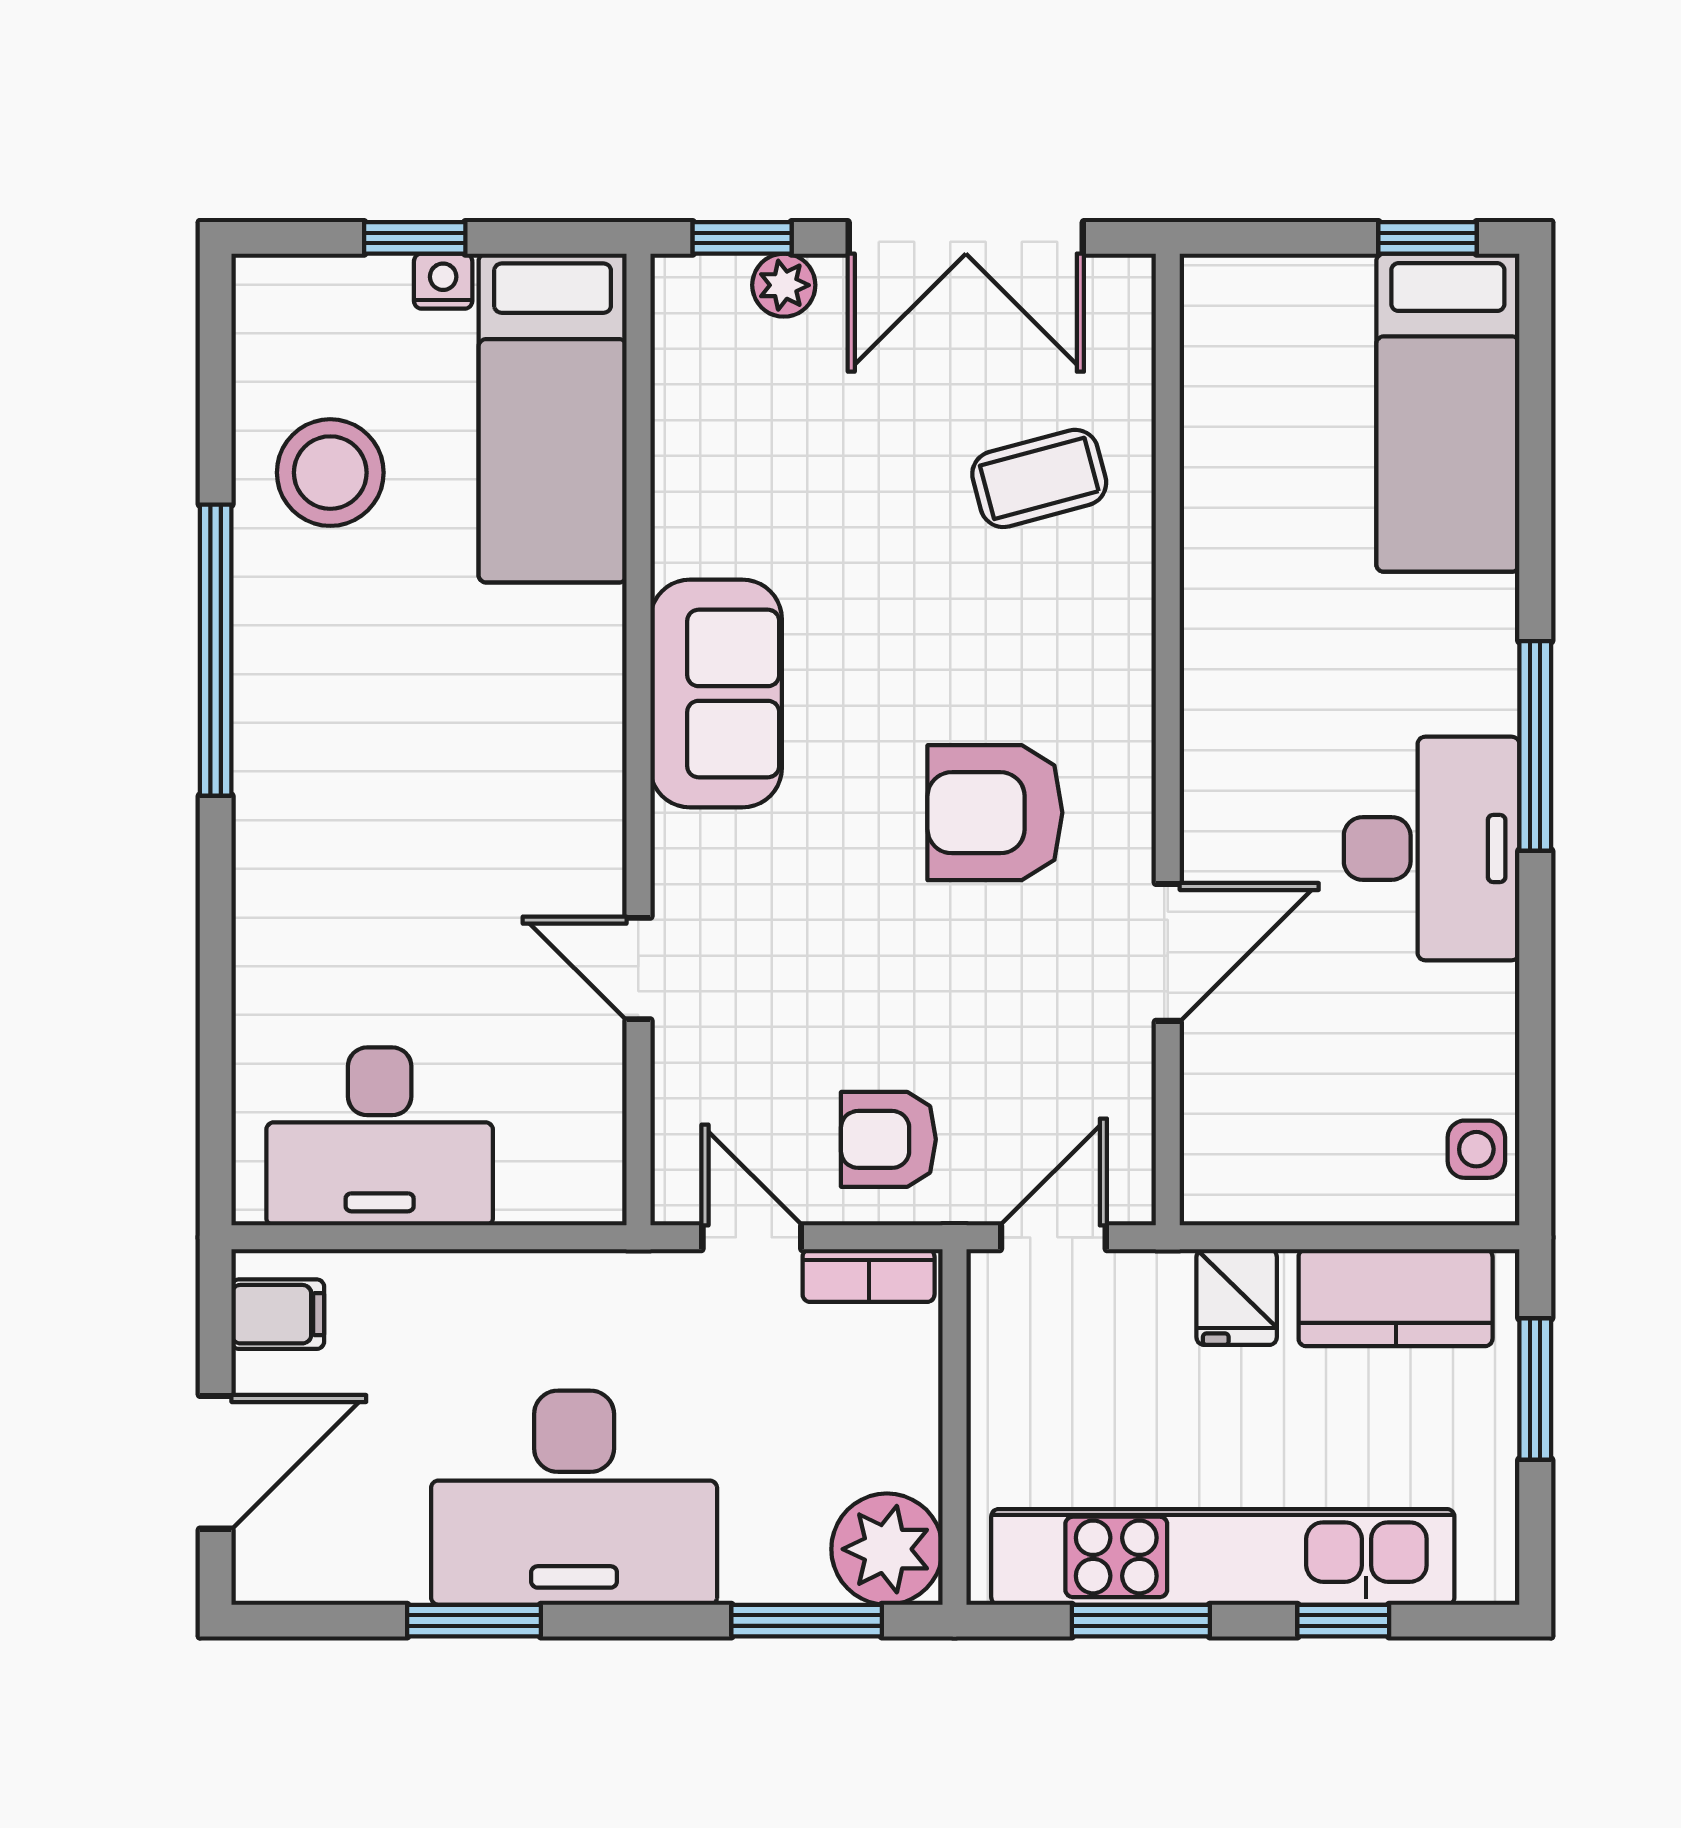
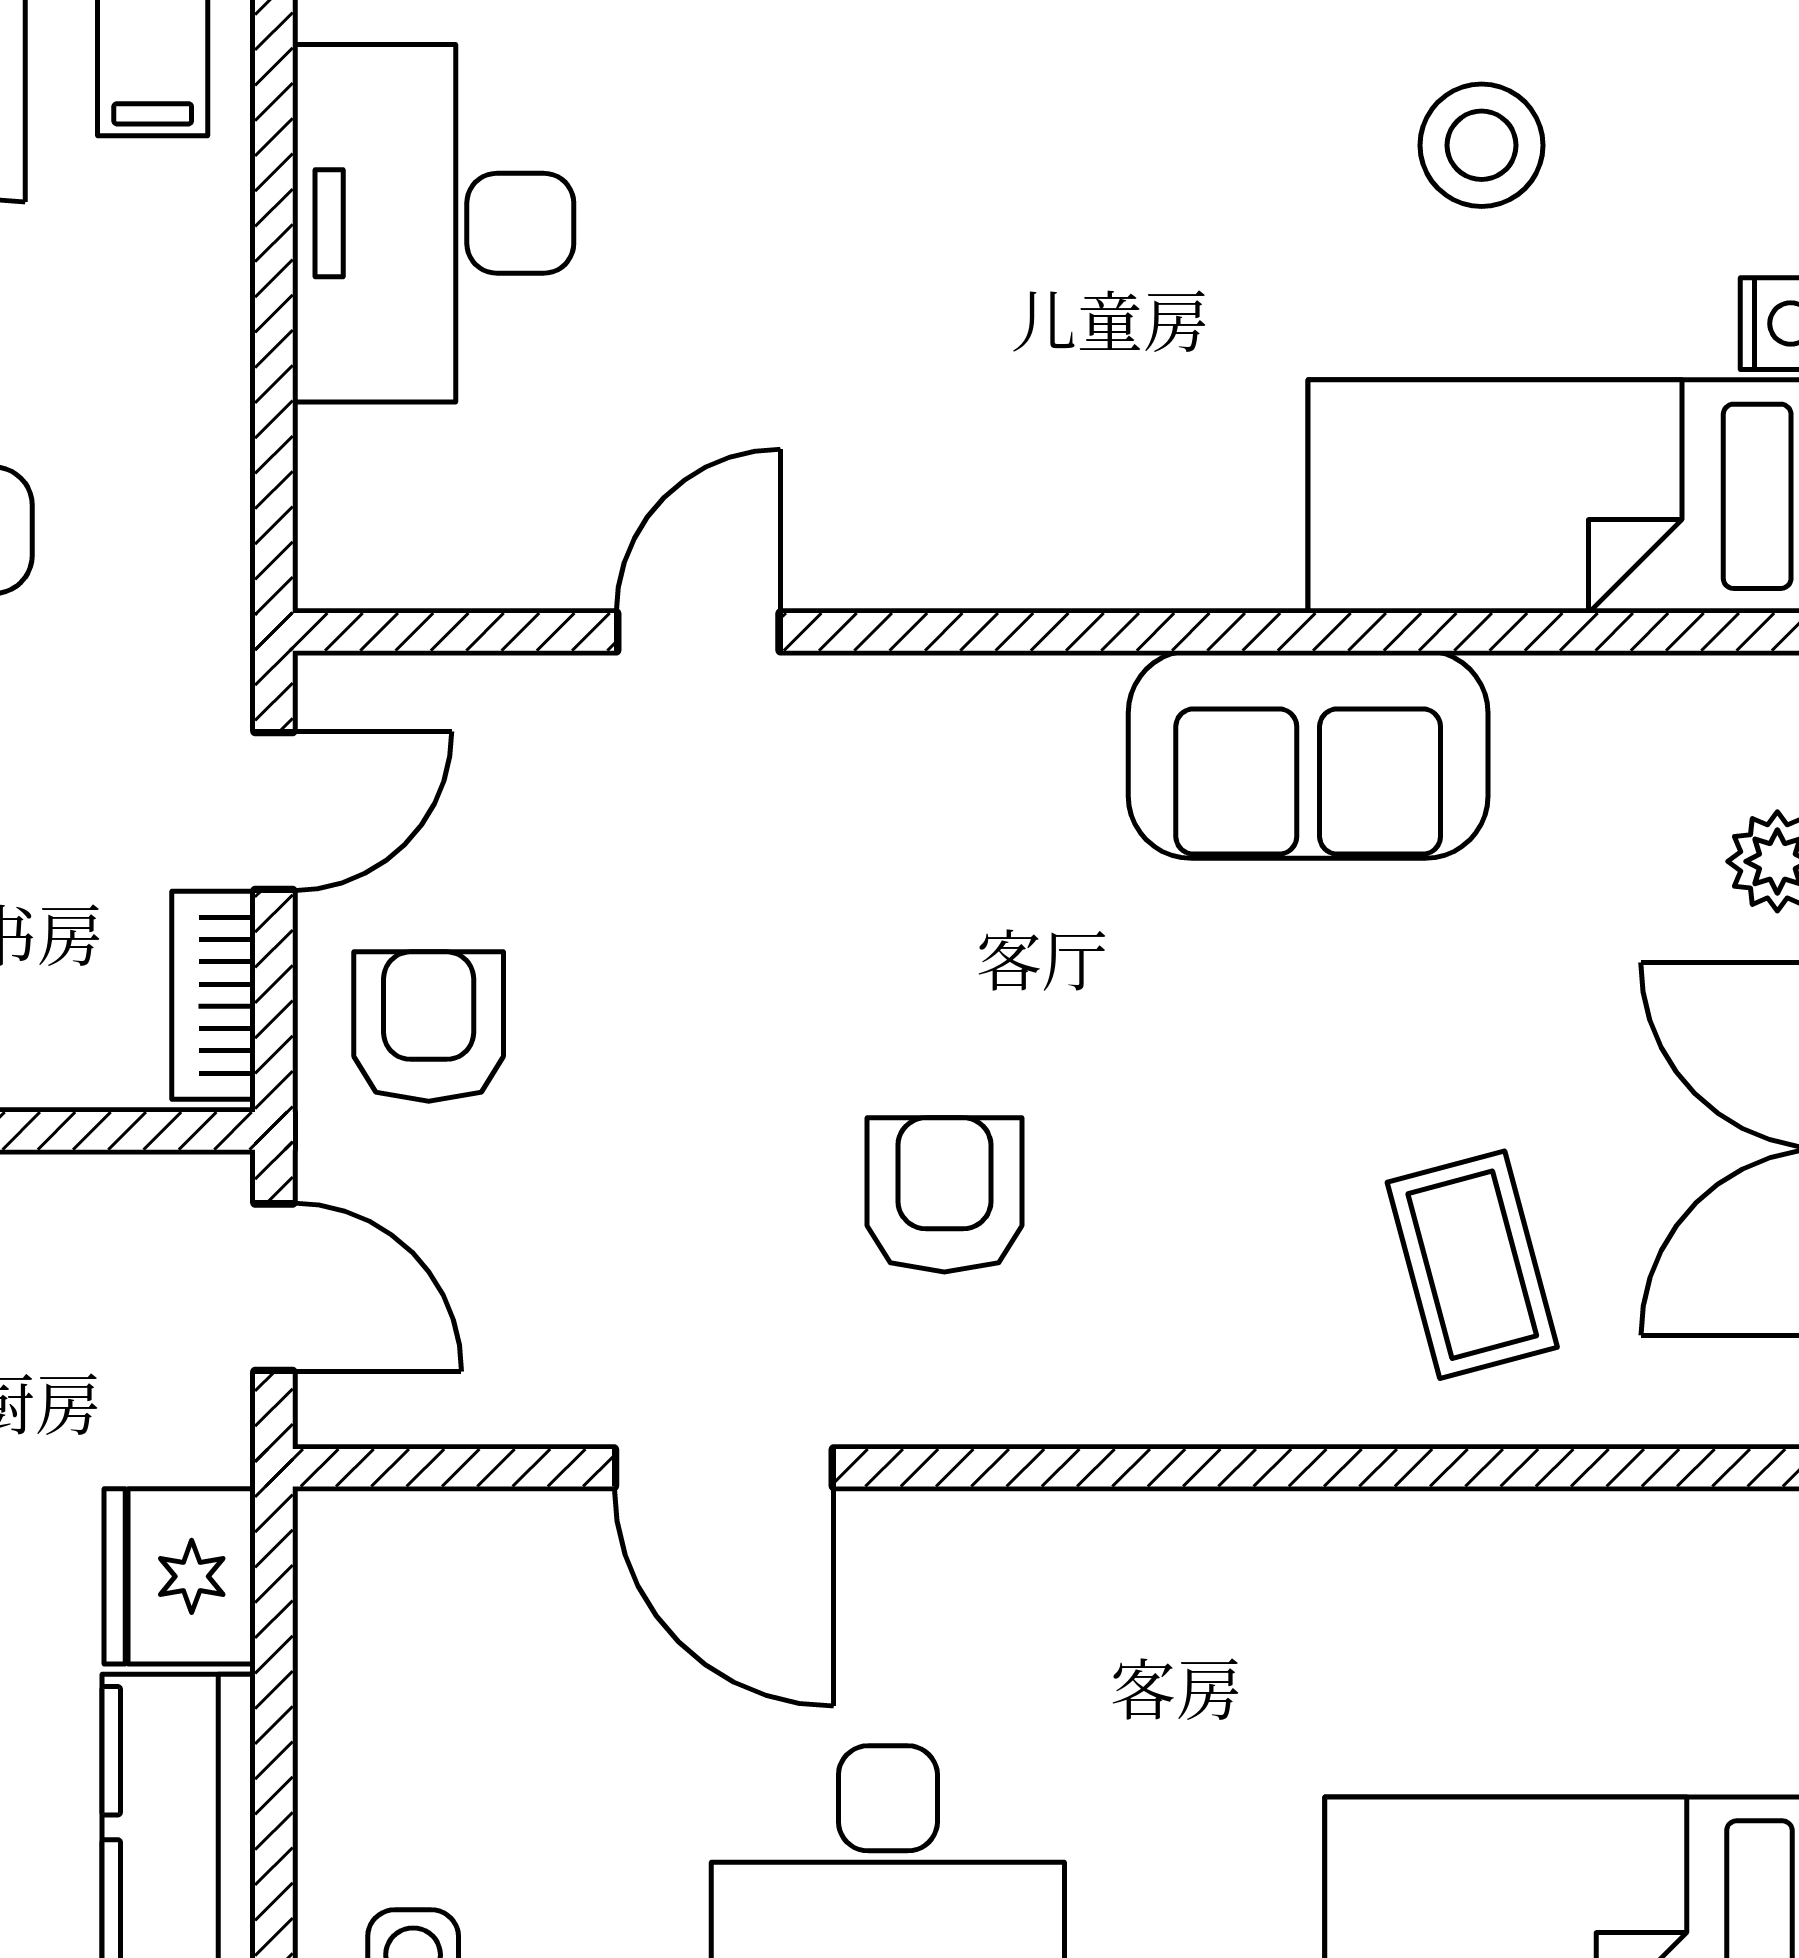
stool: (330, 473) -> (1482, 145), width x0.73, depth x0.73
sofa: (716, 694) -> (1308, 754), moved
armchair: (995, 813) -> (944, 1195), width x0.72, depth x0.72
fridge: (1237, 1297) -> (180, 1576), width x1.38

